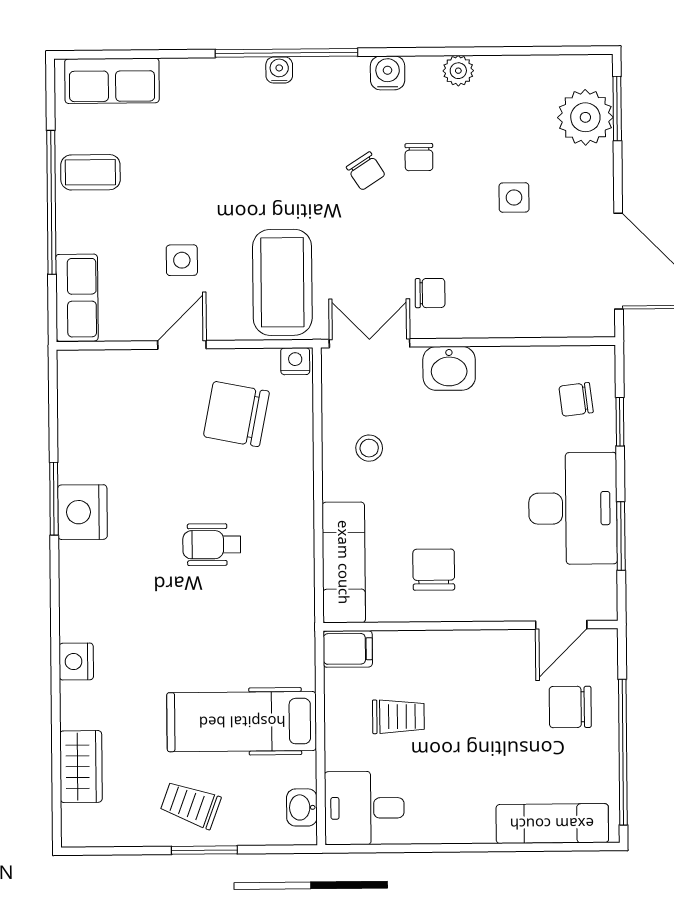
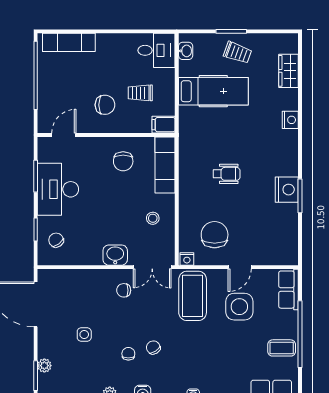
plant: (585, 117) -> (44, 366), width x0.53, depth x0.53
side table: (182, 260) -> (239, 307), width x1.87, depth x1.87
chair: (576, 399) -> (56, 240), turned -119
chair: (236, 414) -> (215, 235), turned -101
chair: (570, 707) -> (105, 105), moved

